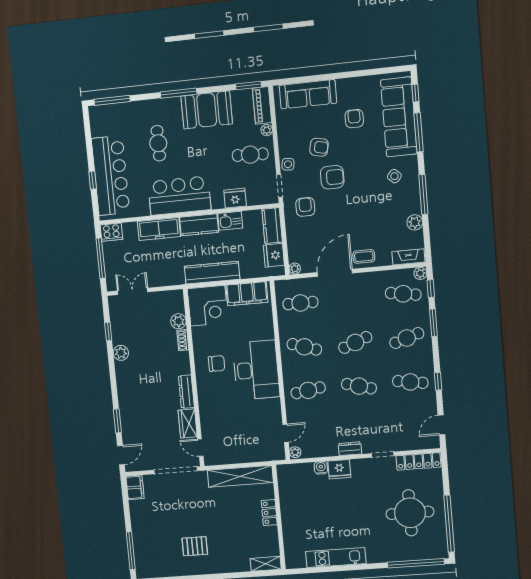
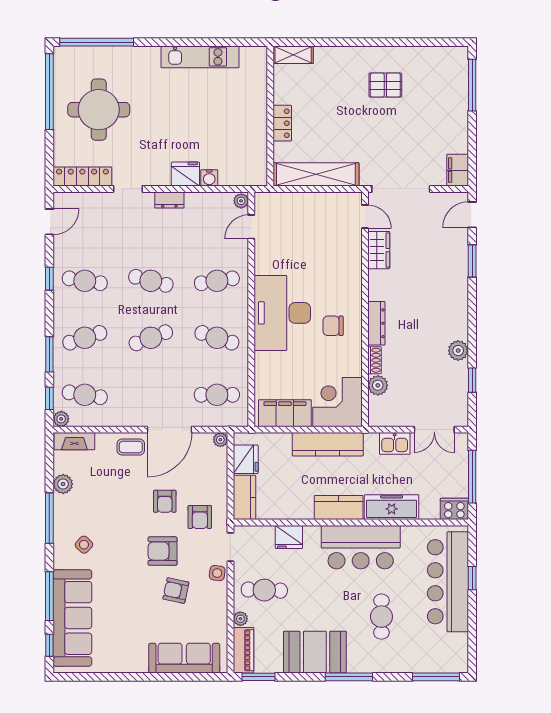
armchair: (354, 119) -> (165, 501), moved
kitchen sink: (230, 221) -> (395, 443), moved, turned 180
dresser: (186, 392) -> (376, 323), moved

